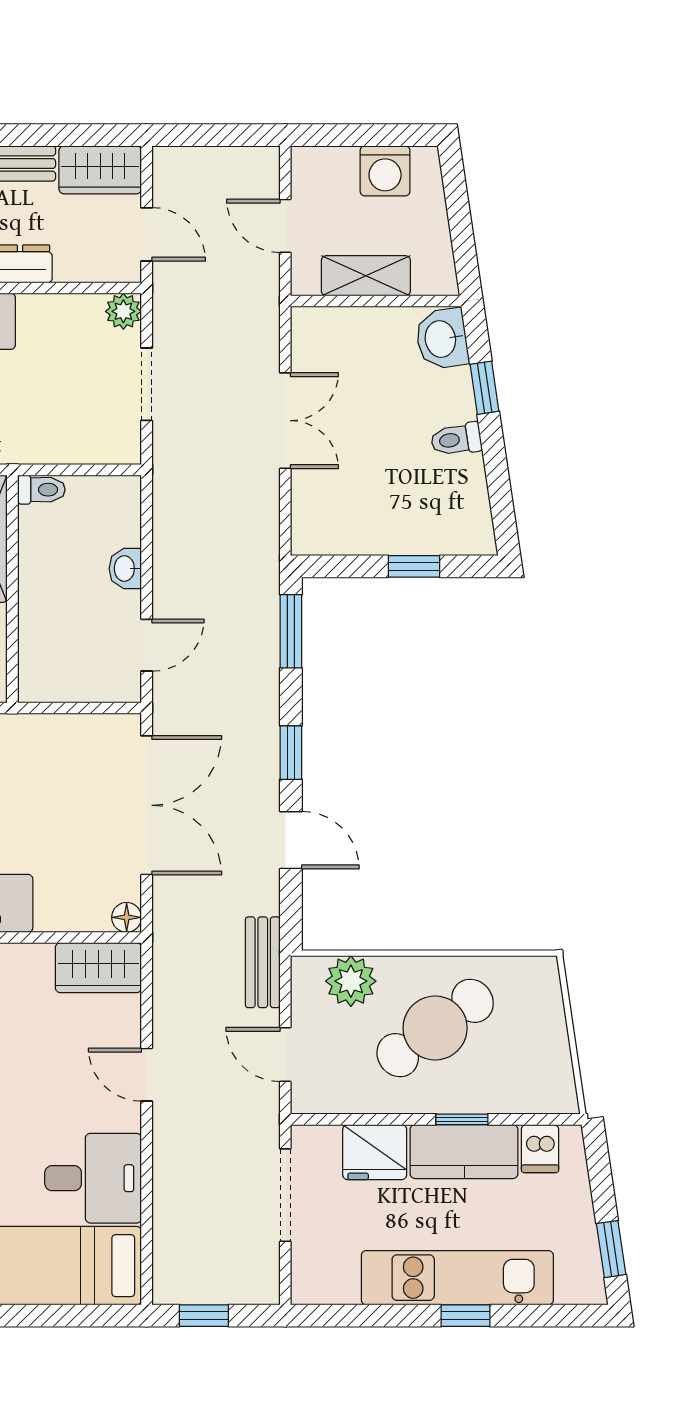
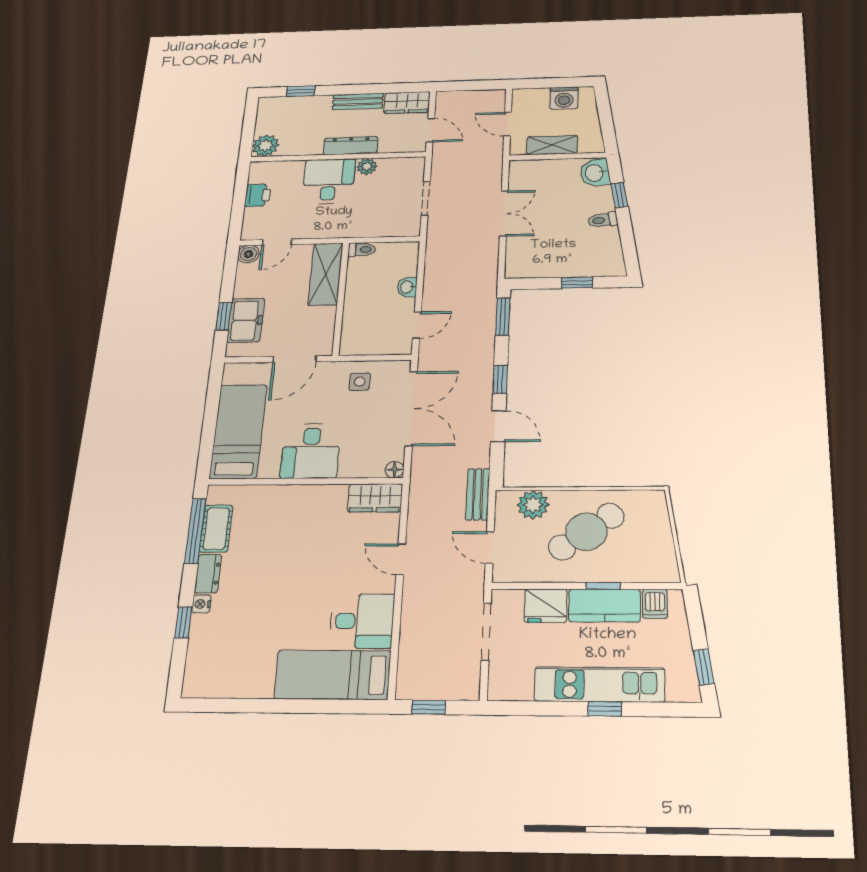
plant: (123, 311) -> (367, 166), moved
side table: (57, 753) -> (360, 382), added

